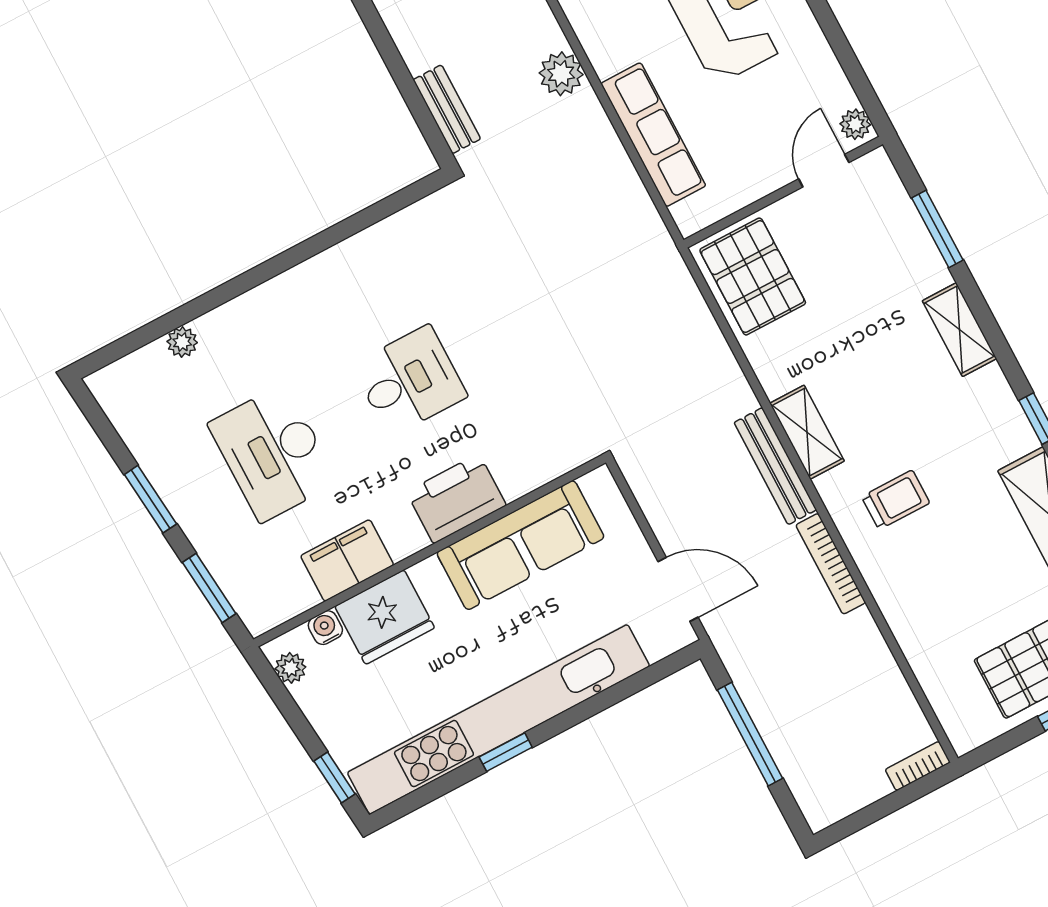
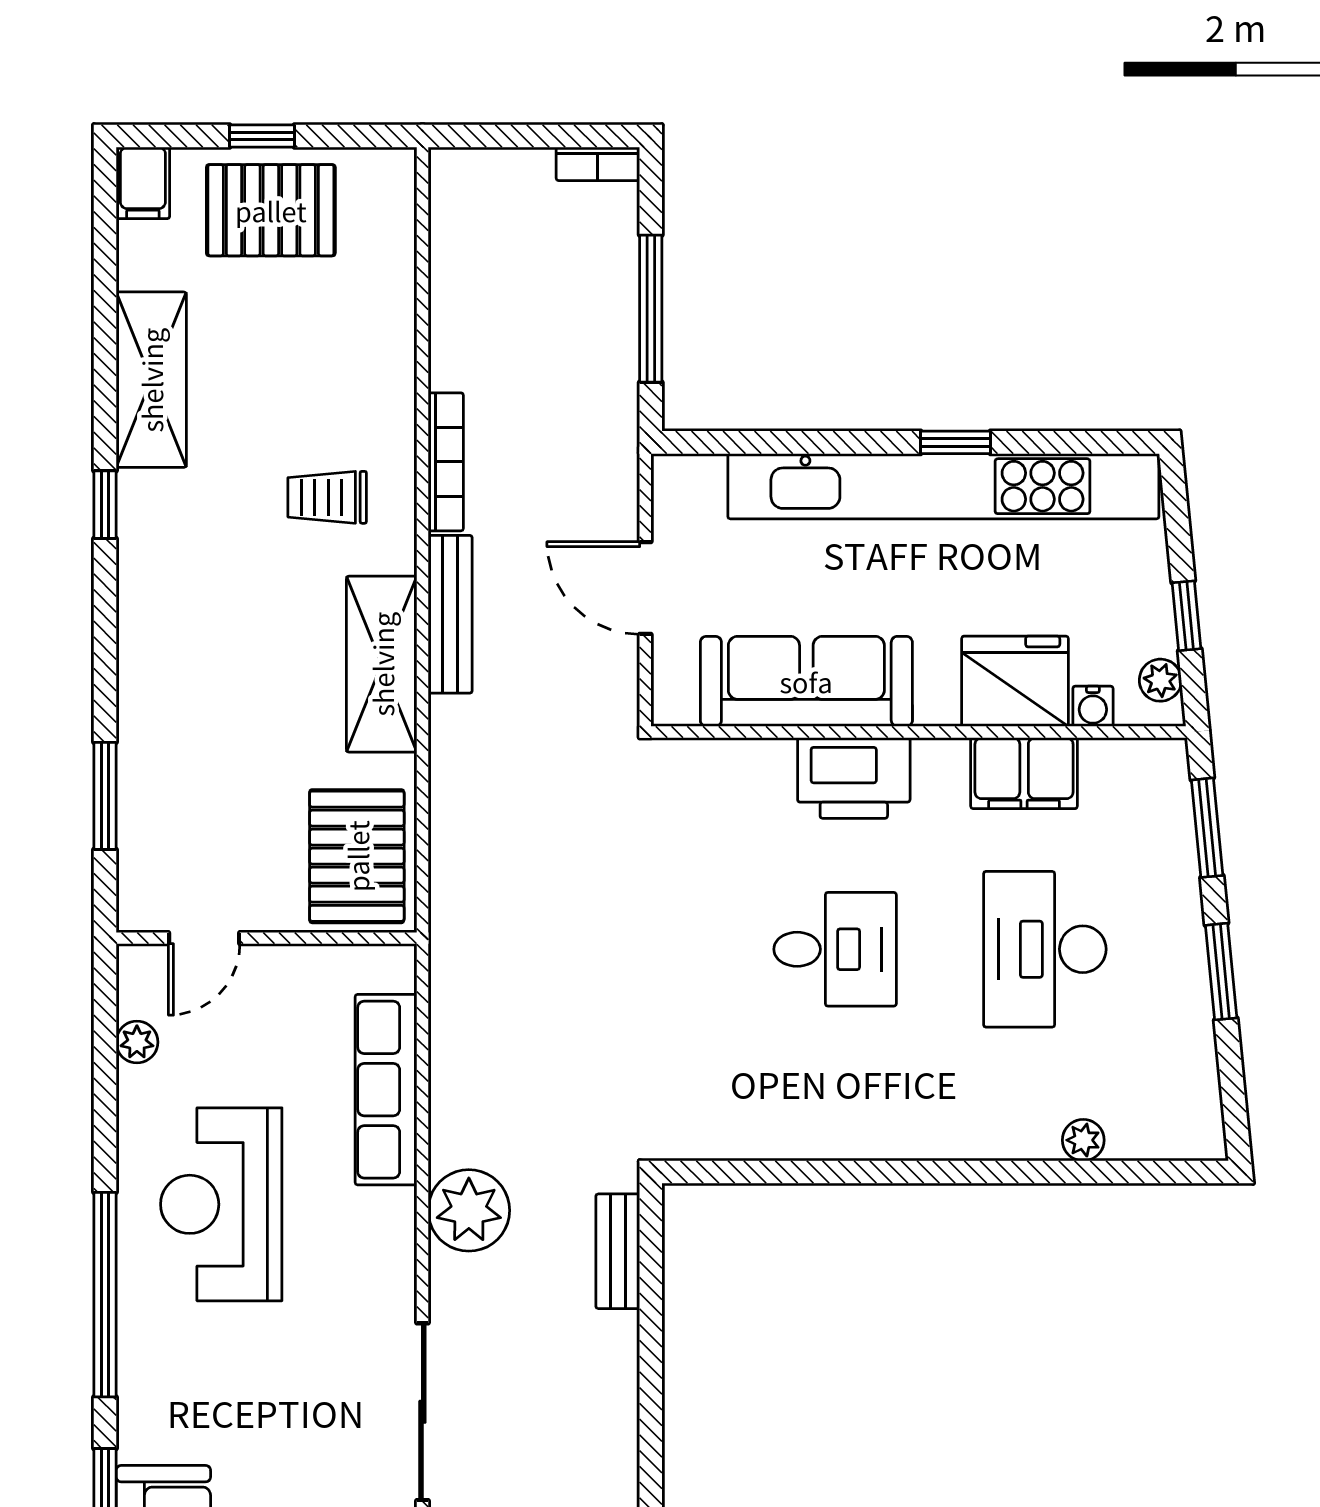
plant: (561, 74) -> (469, 1210), width x1.36, depth x1.36
plant: (855, 124) -> (137, 1042), moved
shelving: (959, 330) -> (142, 661), removed
desk: (409, 381) -> (835, 949), turned 180
shelving: (807, 432) -> (382, 664), width x1.50, depth x1.33
desk: (273, 453) -> (1045, 949), turned 180
door: (678, 589) -> (645, 588), moved
bookcase: (918, 766) -> (598, 164), moved
window: (335, 778) -> (1186, 616), moved

